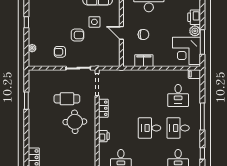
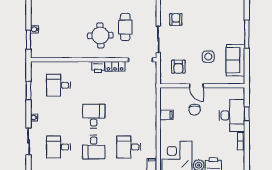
door: (121, 33) -> (196, 86), swing flipped
armchair: (77, 35) -> (178, 67), moved
filing cabinet: (144, 61) -> (166, 115), width x0.50
desk: (178, 128) -> (94, 147), turned 180
printer: (104, 136) -> (98, 67), moved

